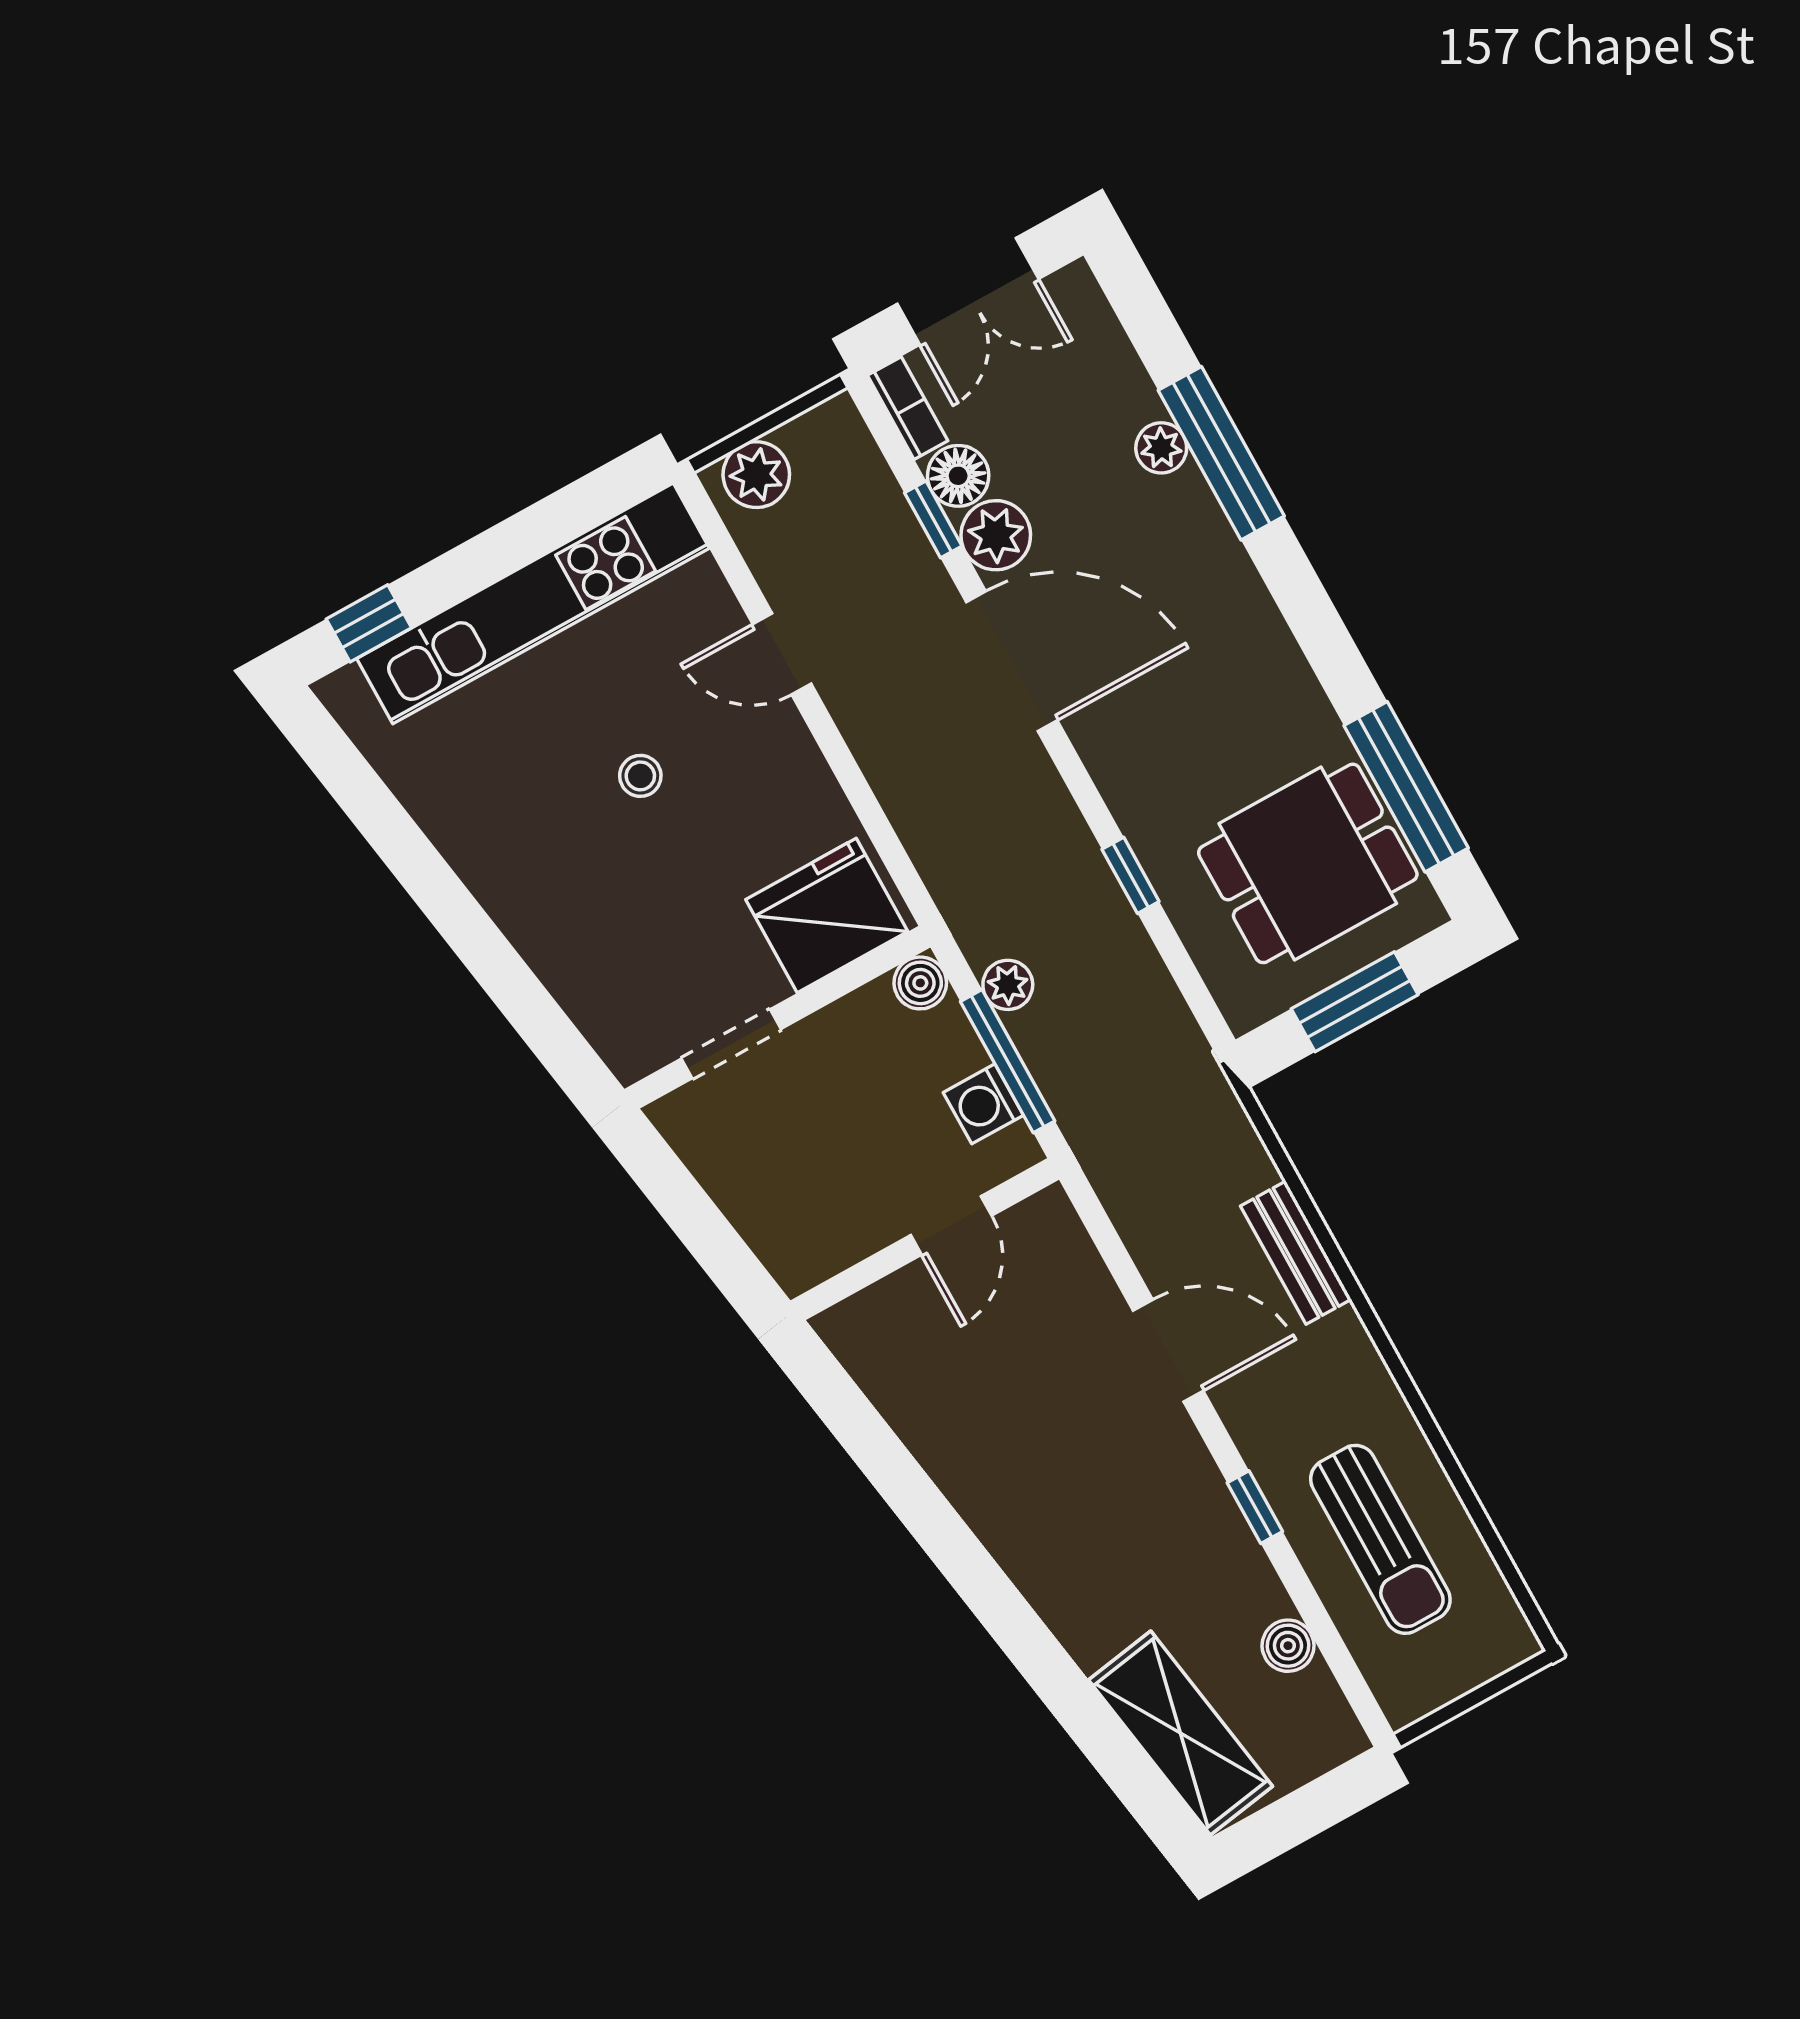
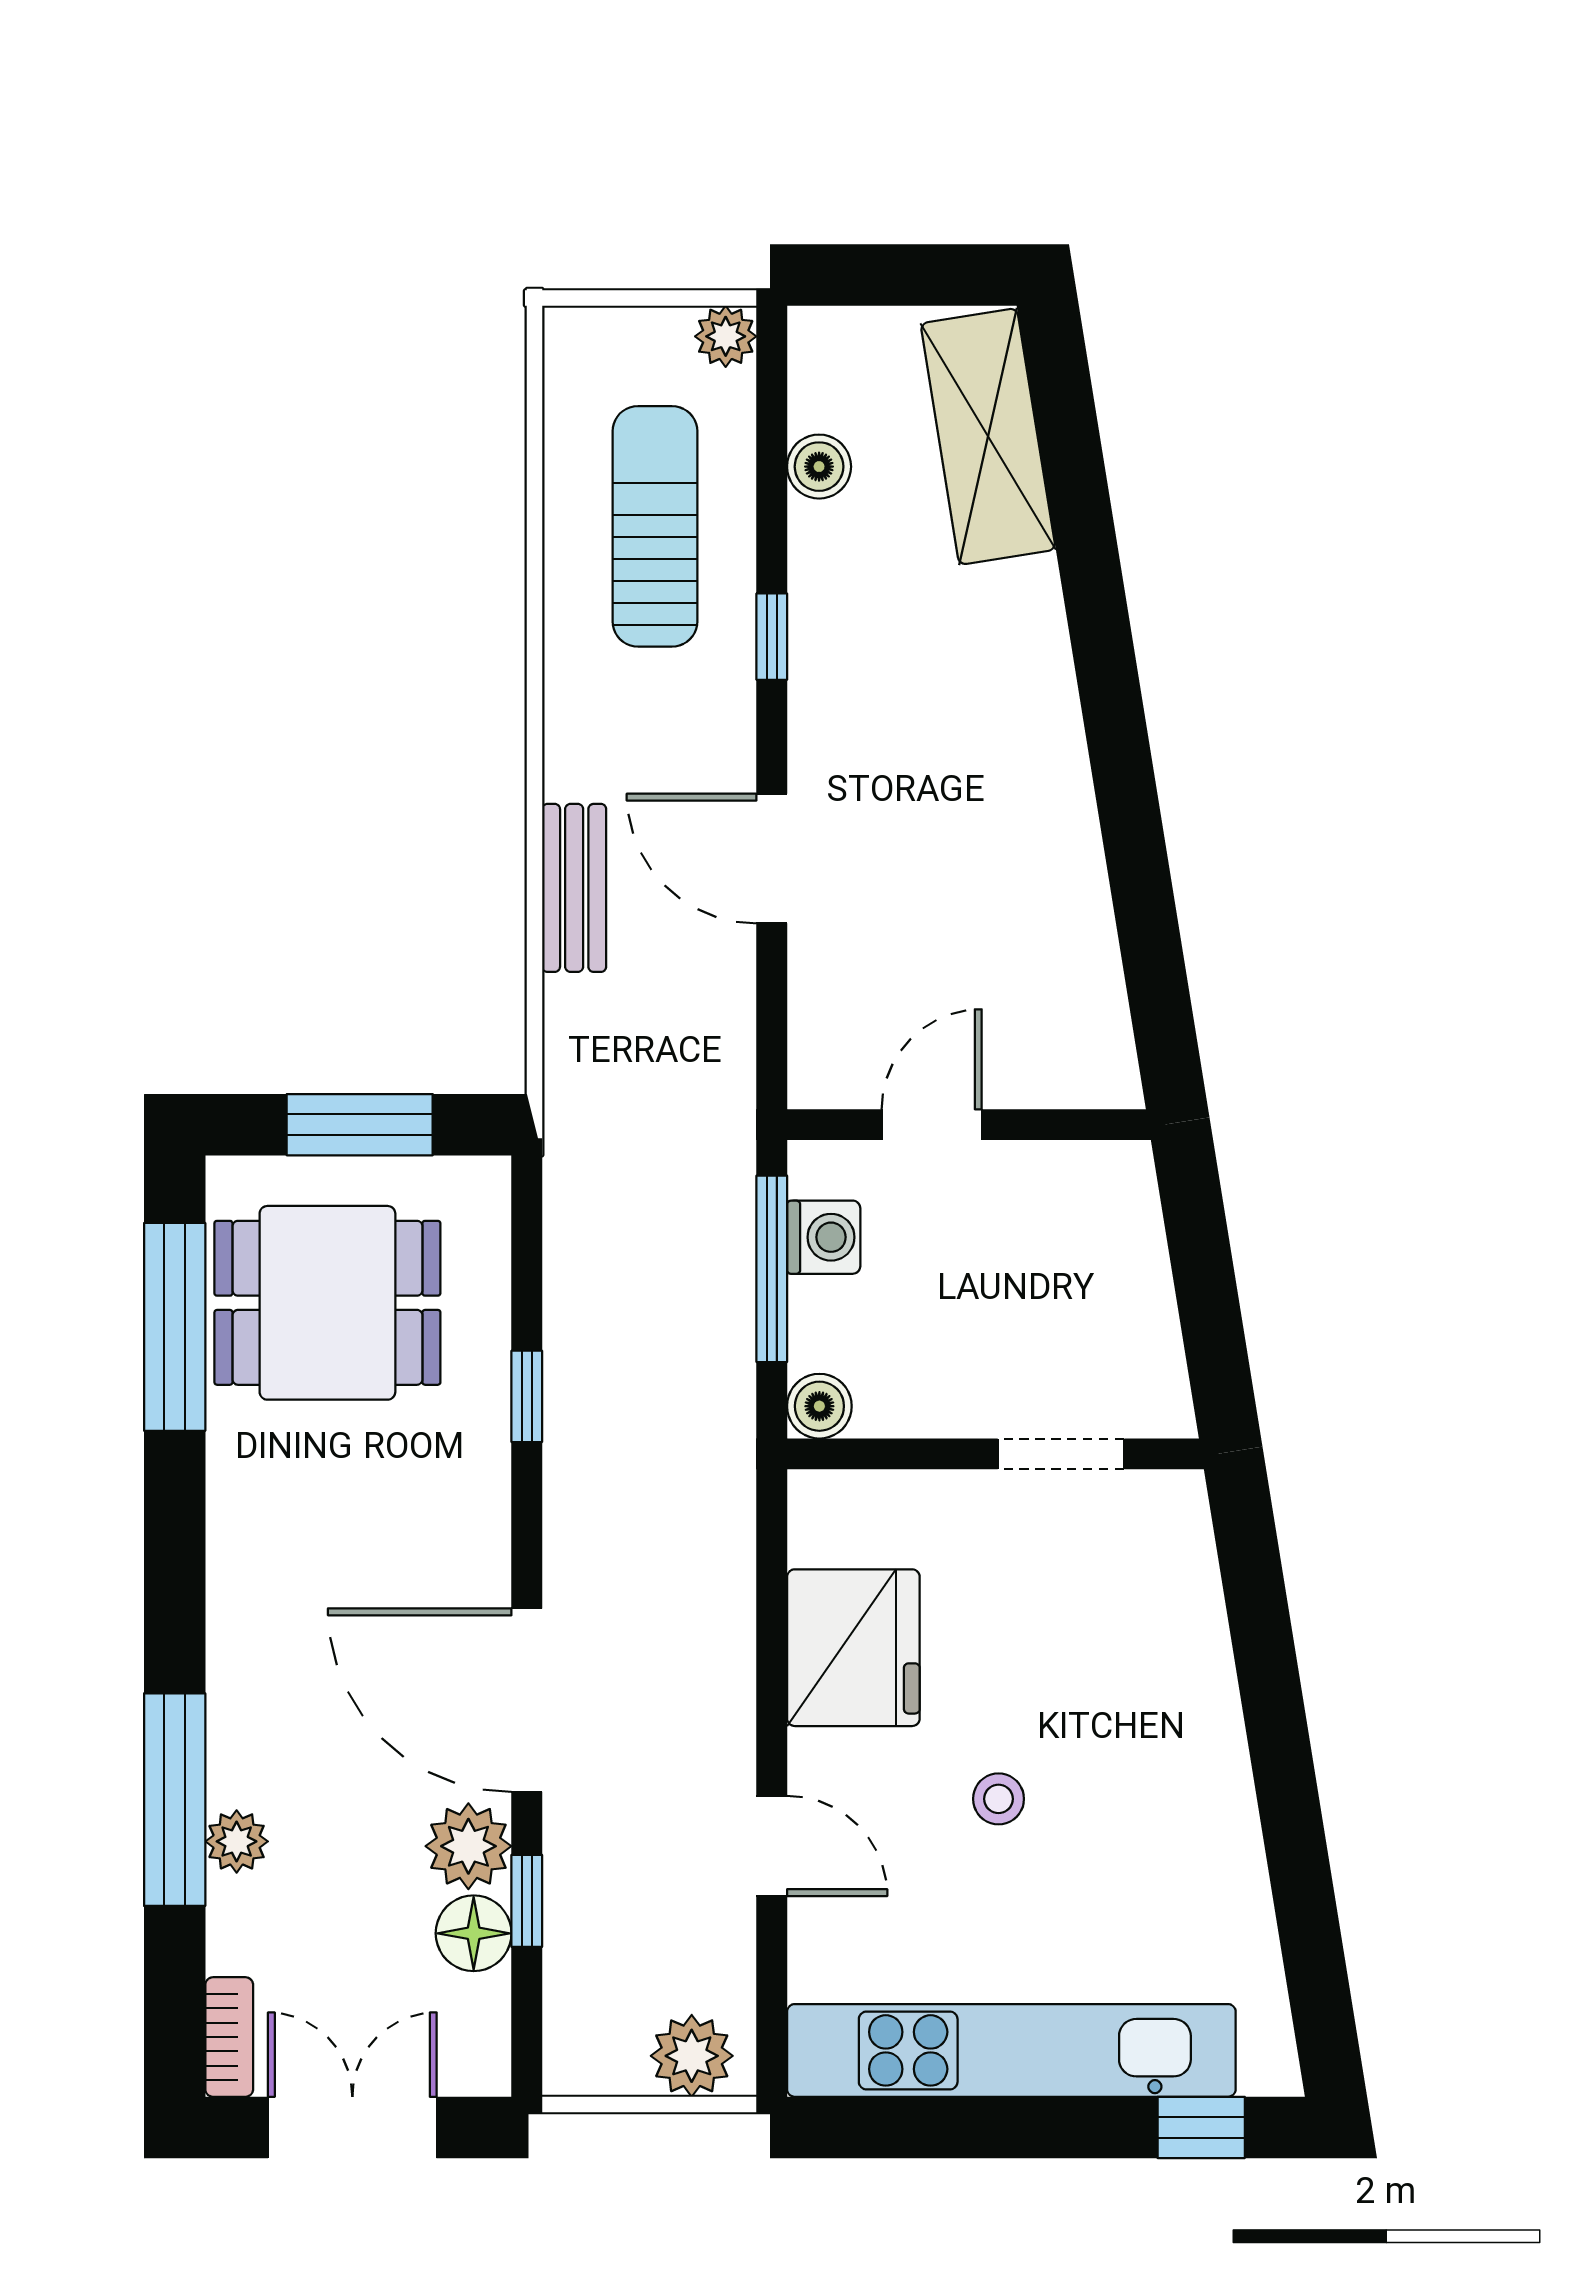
bookcase: (908, 408) -> (229, 2037), moved, turned 180
fridge: (827, 915) -> (853, 1648), moved, turned -90
plant: (1008, 985) -> (726, 336), moved

